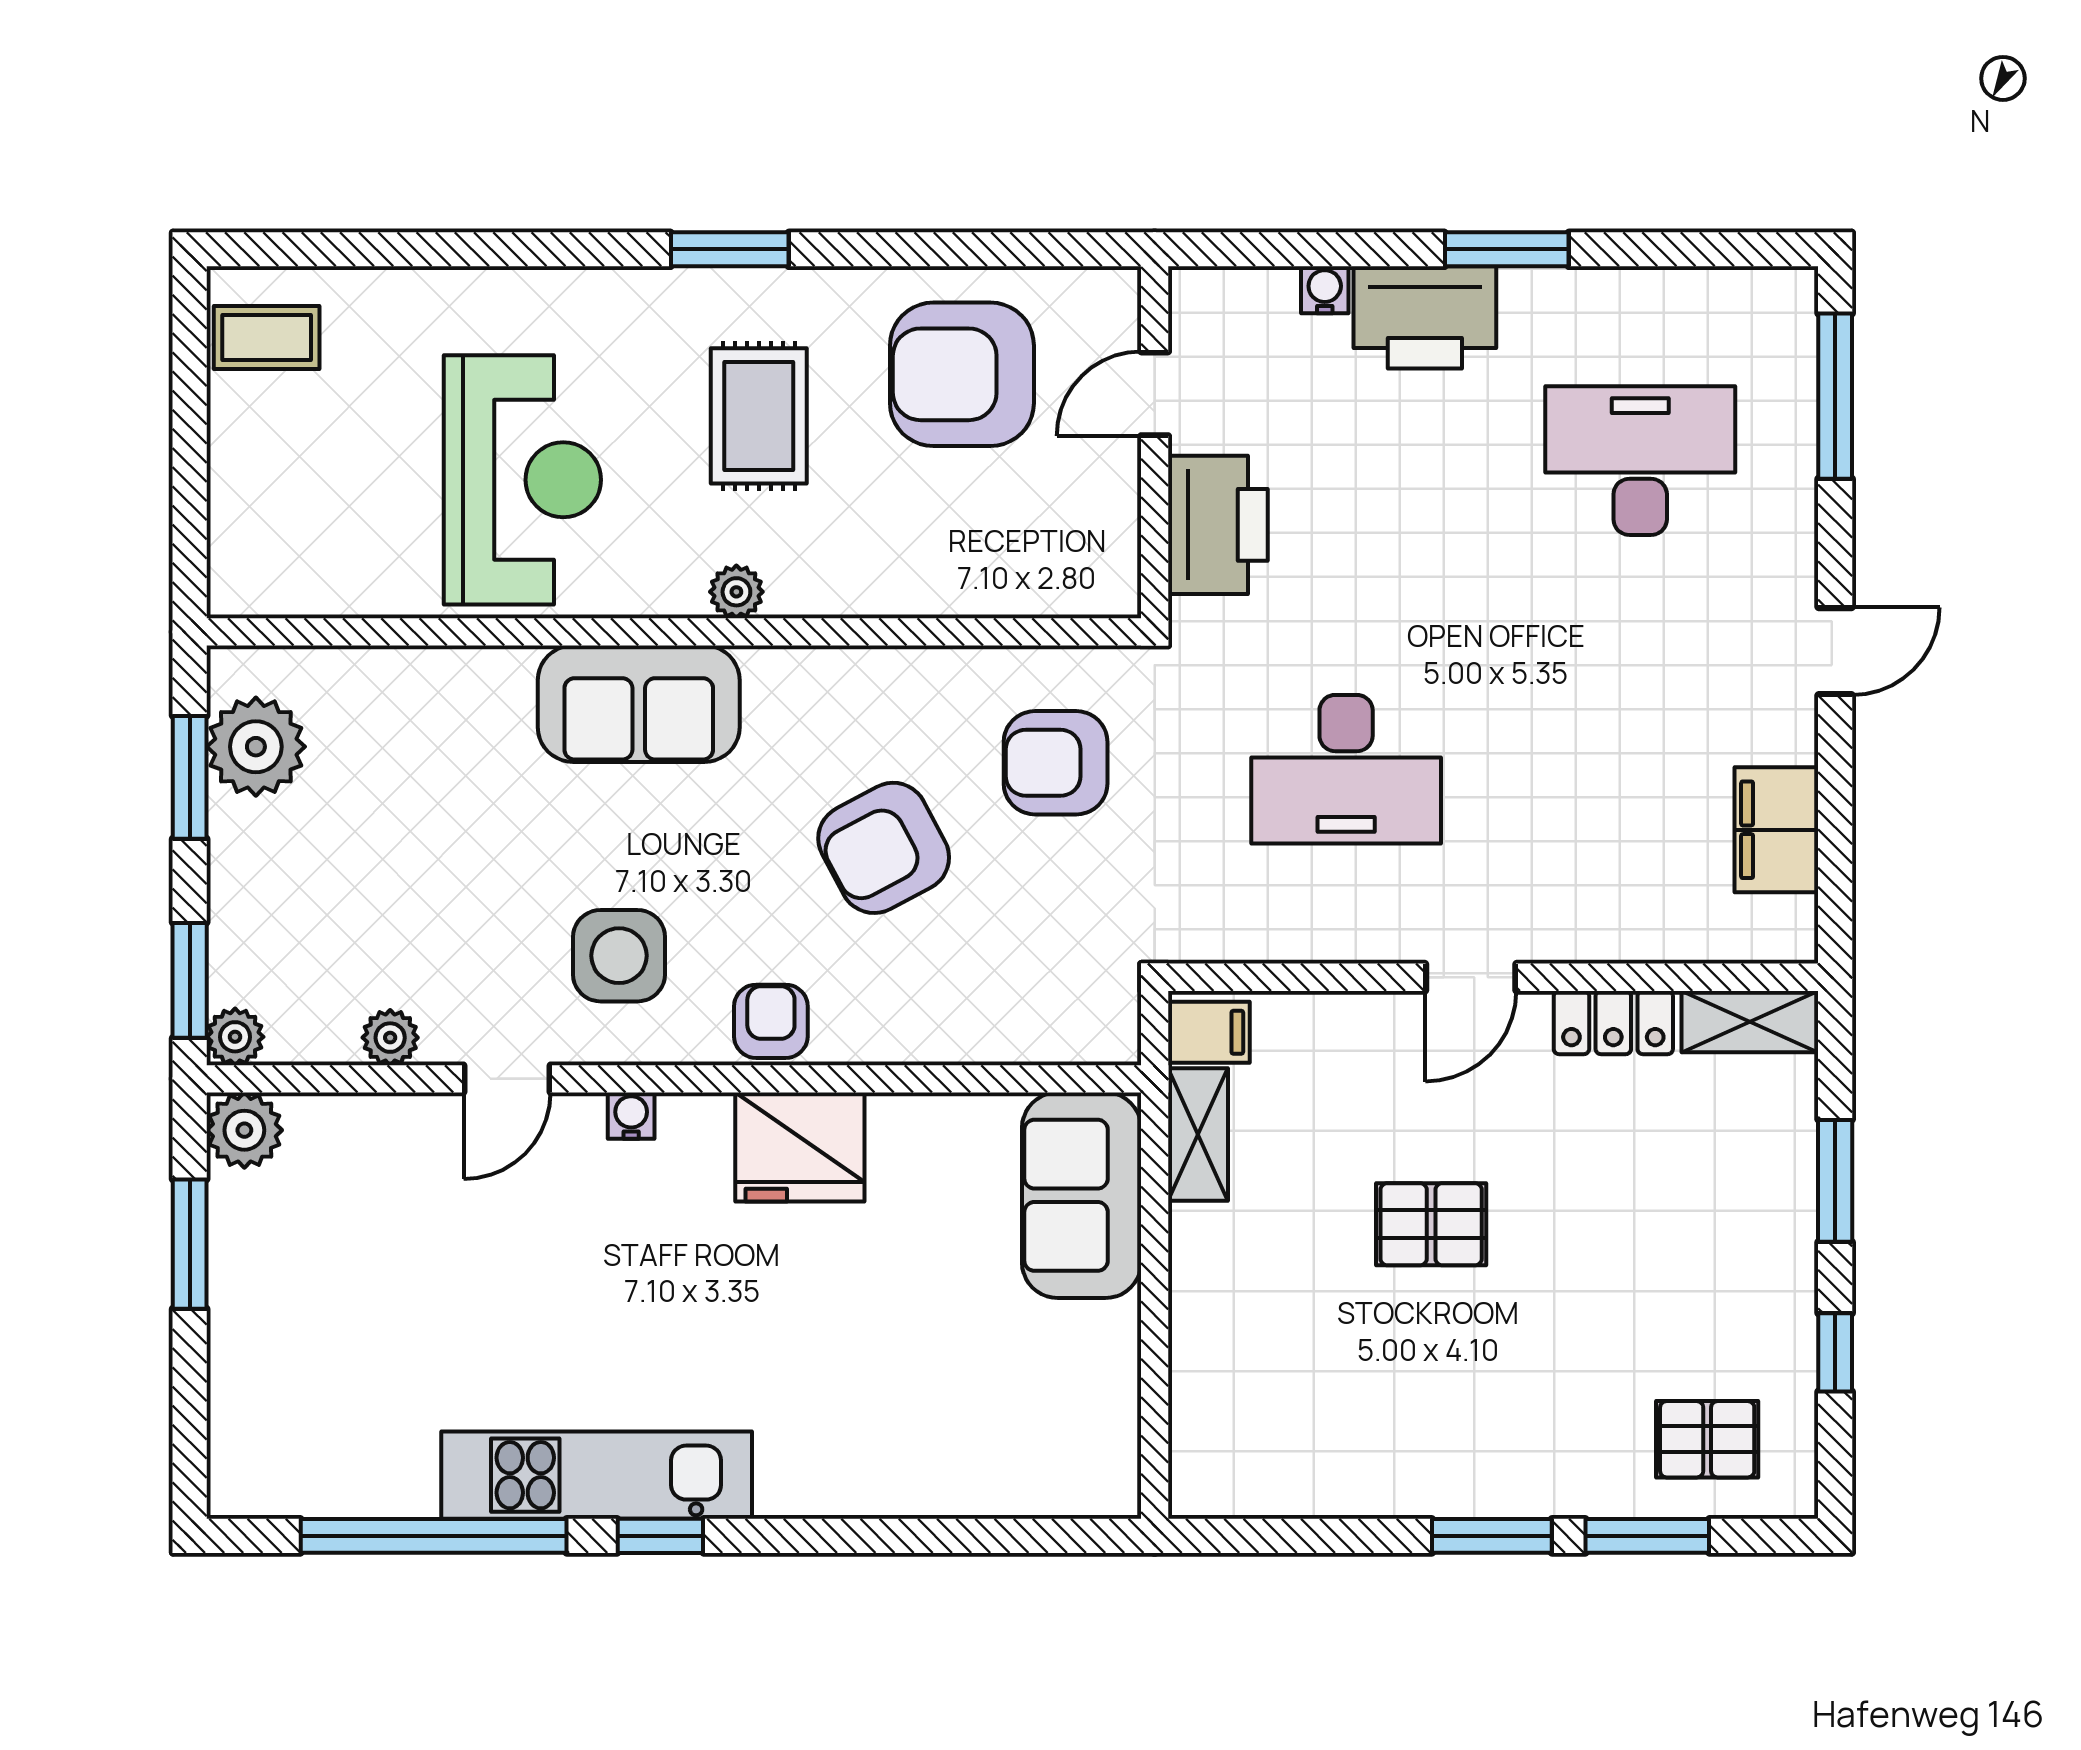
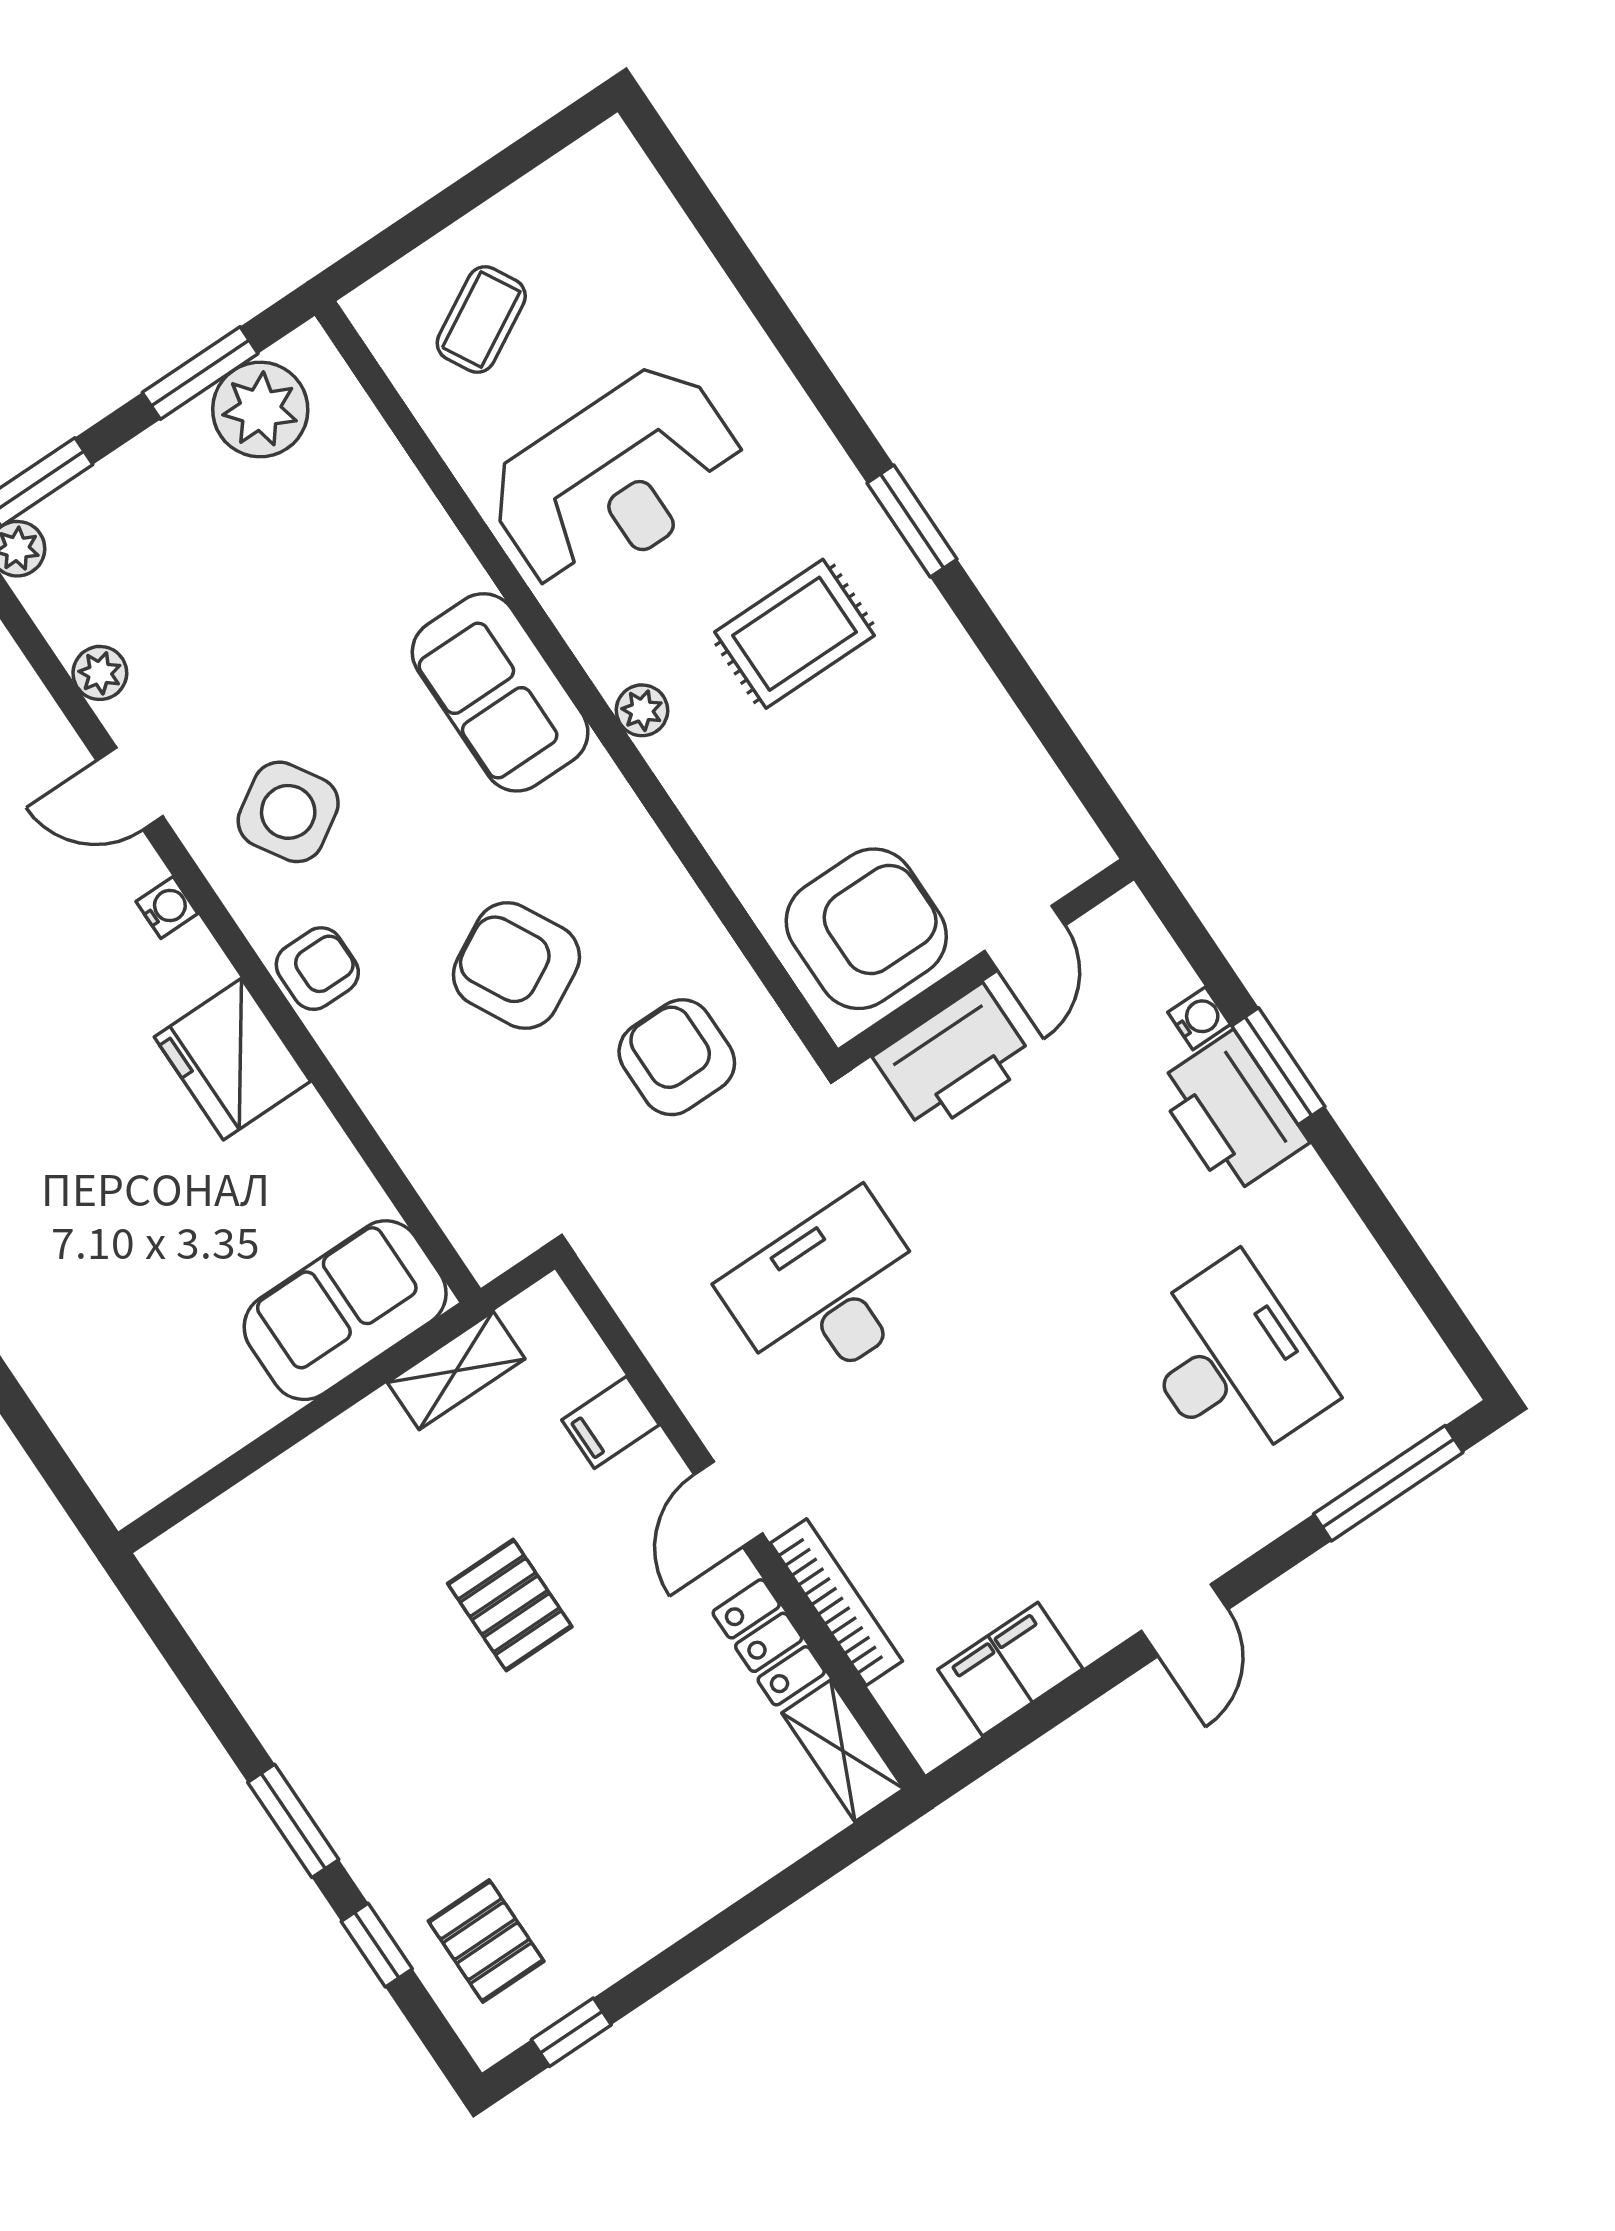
window: (1507, 249) -> (1278, 1066), moved
coffee table: (267, 337) -> (481, 319), moved, turned 61
armchair: (962, 374) -> (866, 929), moved, turned 90
door: (1155, 394) -> (1025, 938), swing flipped
door: (1835, 651) -> (1185, 1620), hinge flipped
desk: (1346, 769) -> (828, 1293), turned 90
bookcase: (1618, 941) -> (836, 1602), added
side table: (619, 956) -> (288, 812), turned -32
door: (1471, 977) -> (728, 1504), hinge flipped
filing cabinet: (1209, 1032) -> (610, 1422), moved, turned 90
window: (1835, 1181) -> (761, 1905), removed
window: (1835, 1352) -> (571, 2032), moved
window: (1647, 1536) -> (377, 1945), width x0.67

